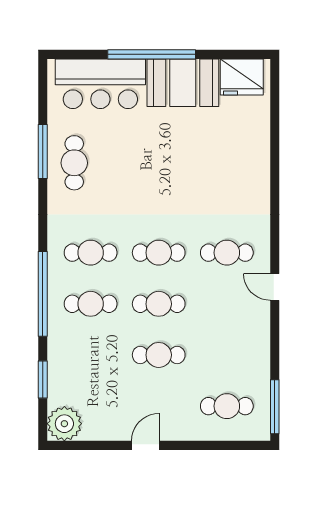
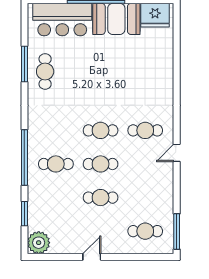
cafe table: (91, 253) -> (56, 130), removed
door: (275, 287) -> (177, 153), hinge flipped

